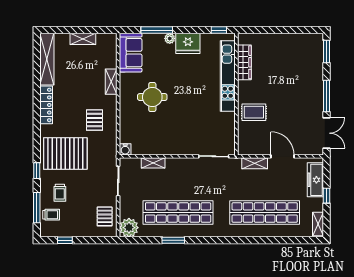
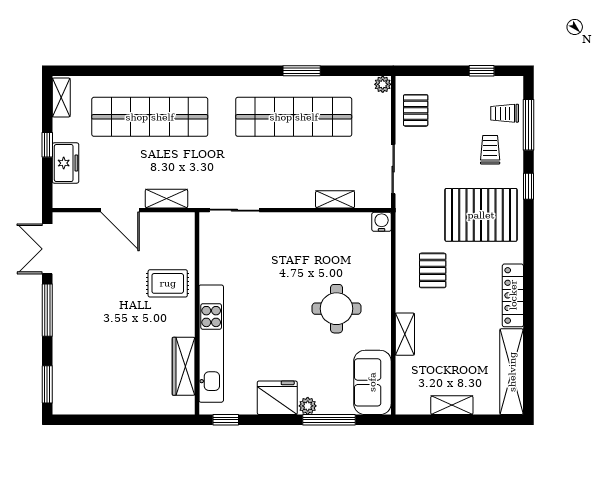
freezer: (315, 180) -> (66, 163), width x0.71
plant: (129, 228) -> (383, 84), width x0.53, depth x0.53

